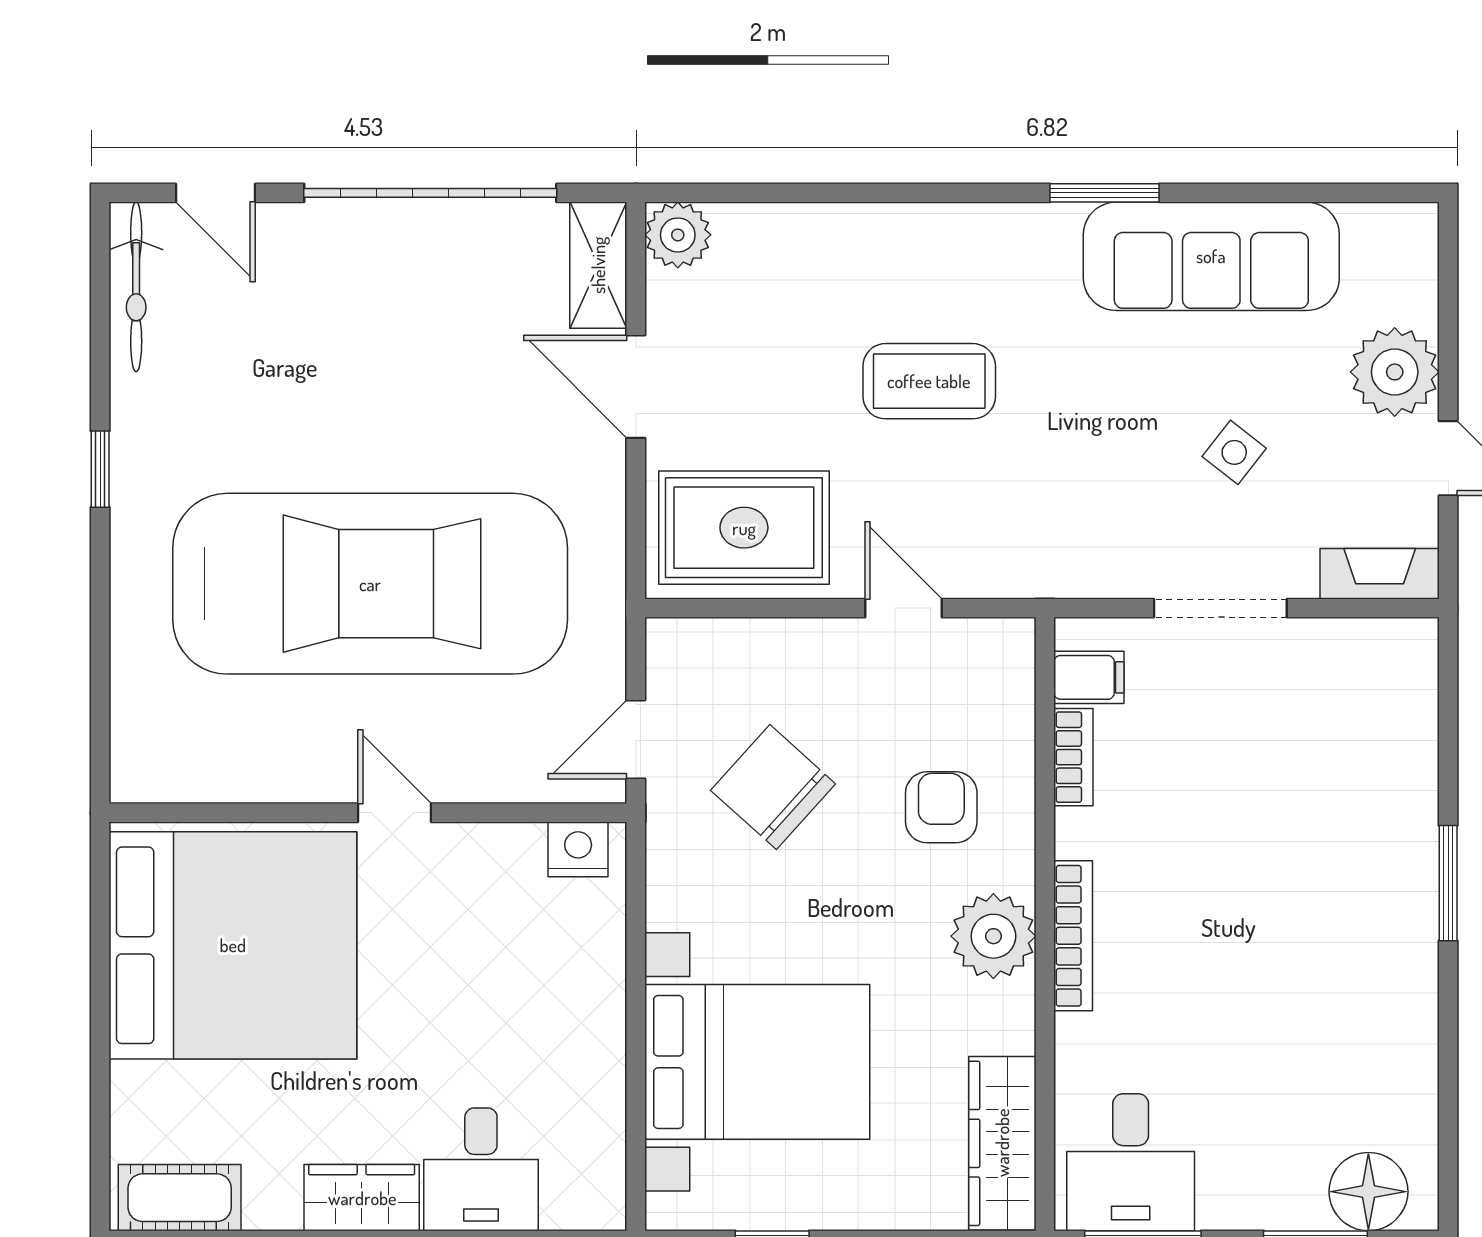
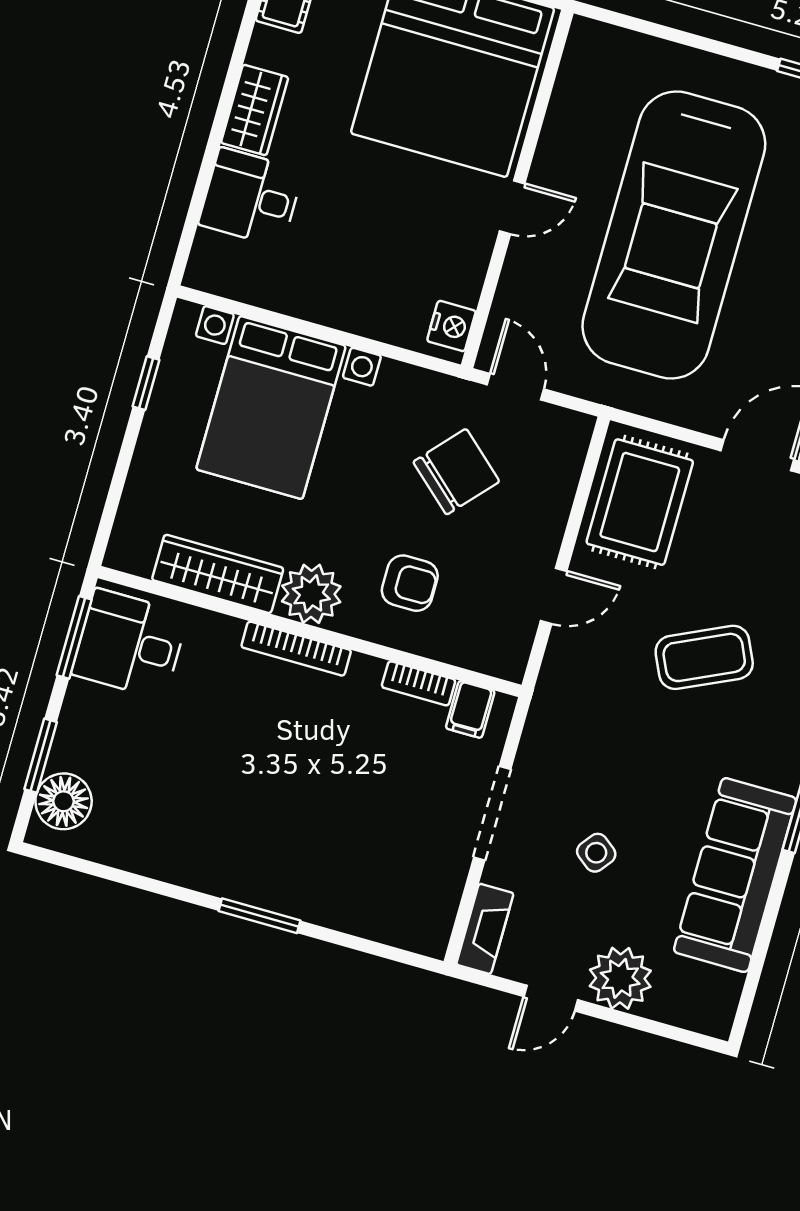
coffee table: (929, 381) -> (704, 657), turned 65
wardrobe: (1002, 1143) -> (218, 574), moved

